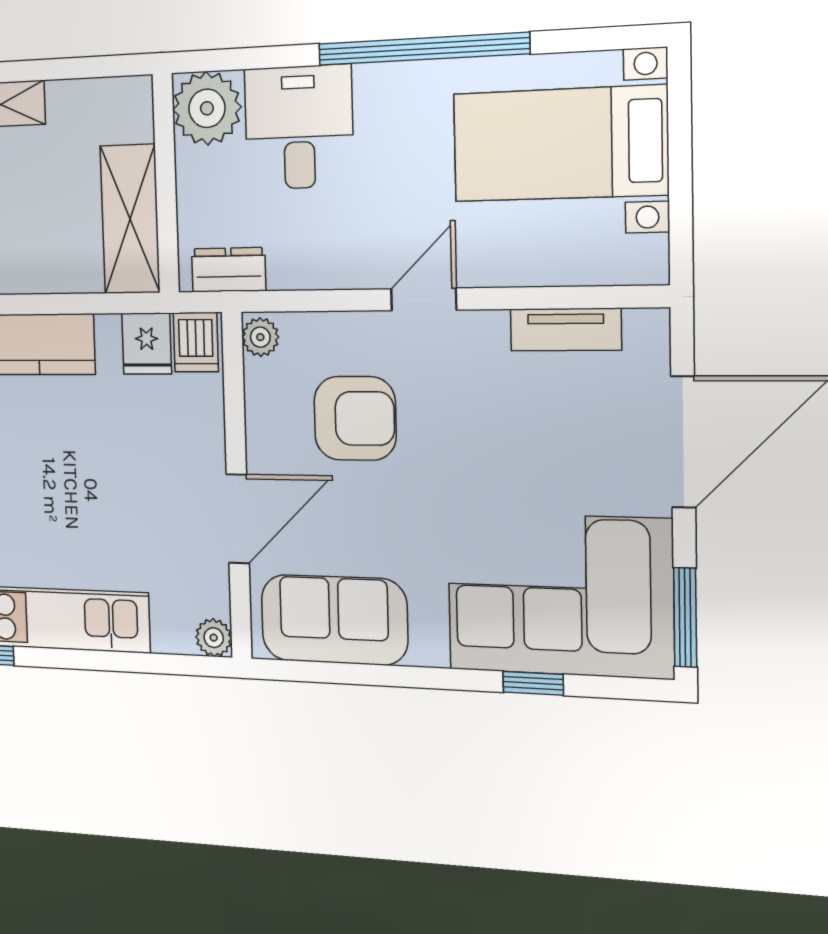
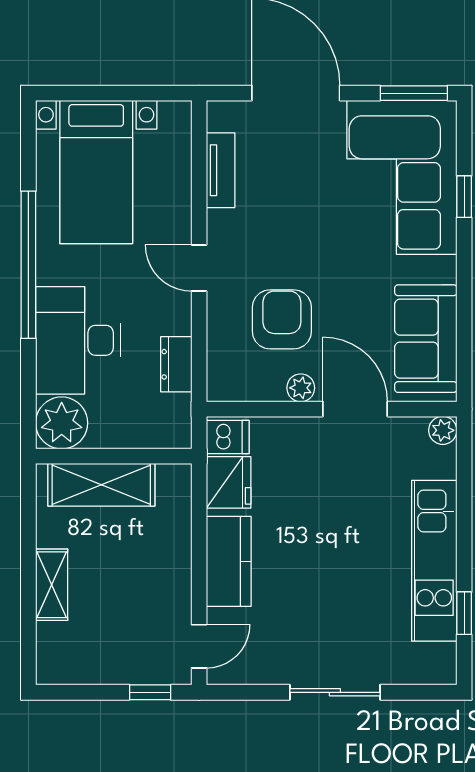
desk: (299, 127) -> (78, 340), width x1.37
shelving: (130, 219) -> (101, 485), moved
dresser: (229, 270) -> (176, 364), moved
plant: (260, 337) -> (301, 388), moved
fridge: (147, 344) -> (229, 482), width x1.38

